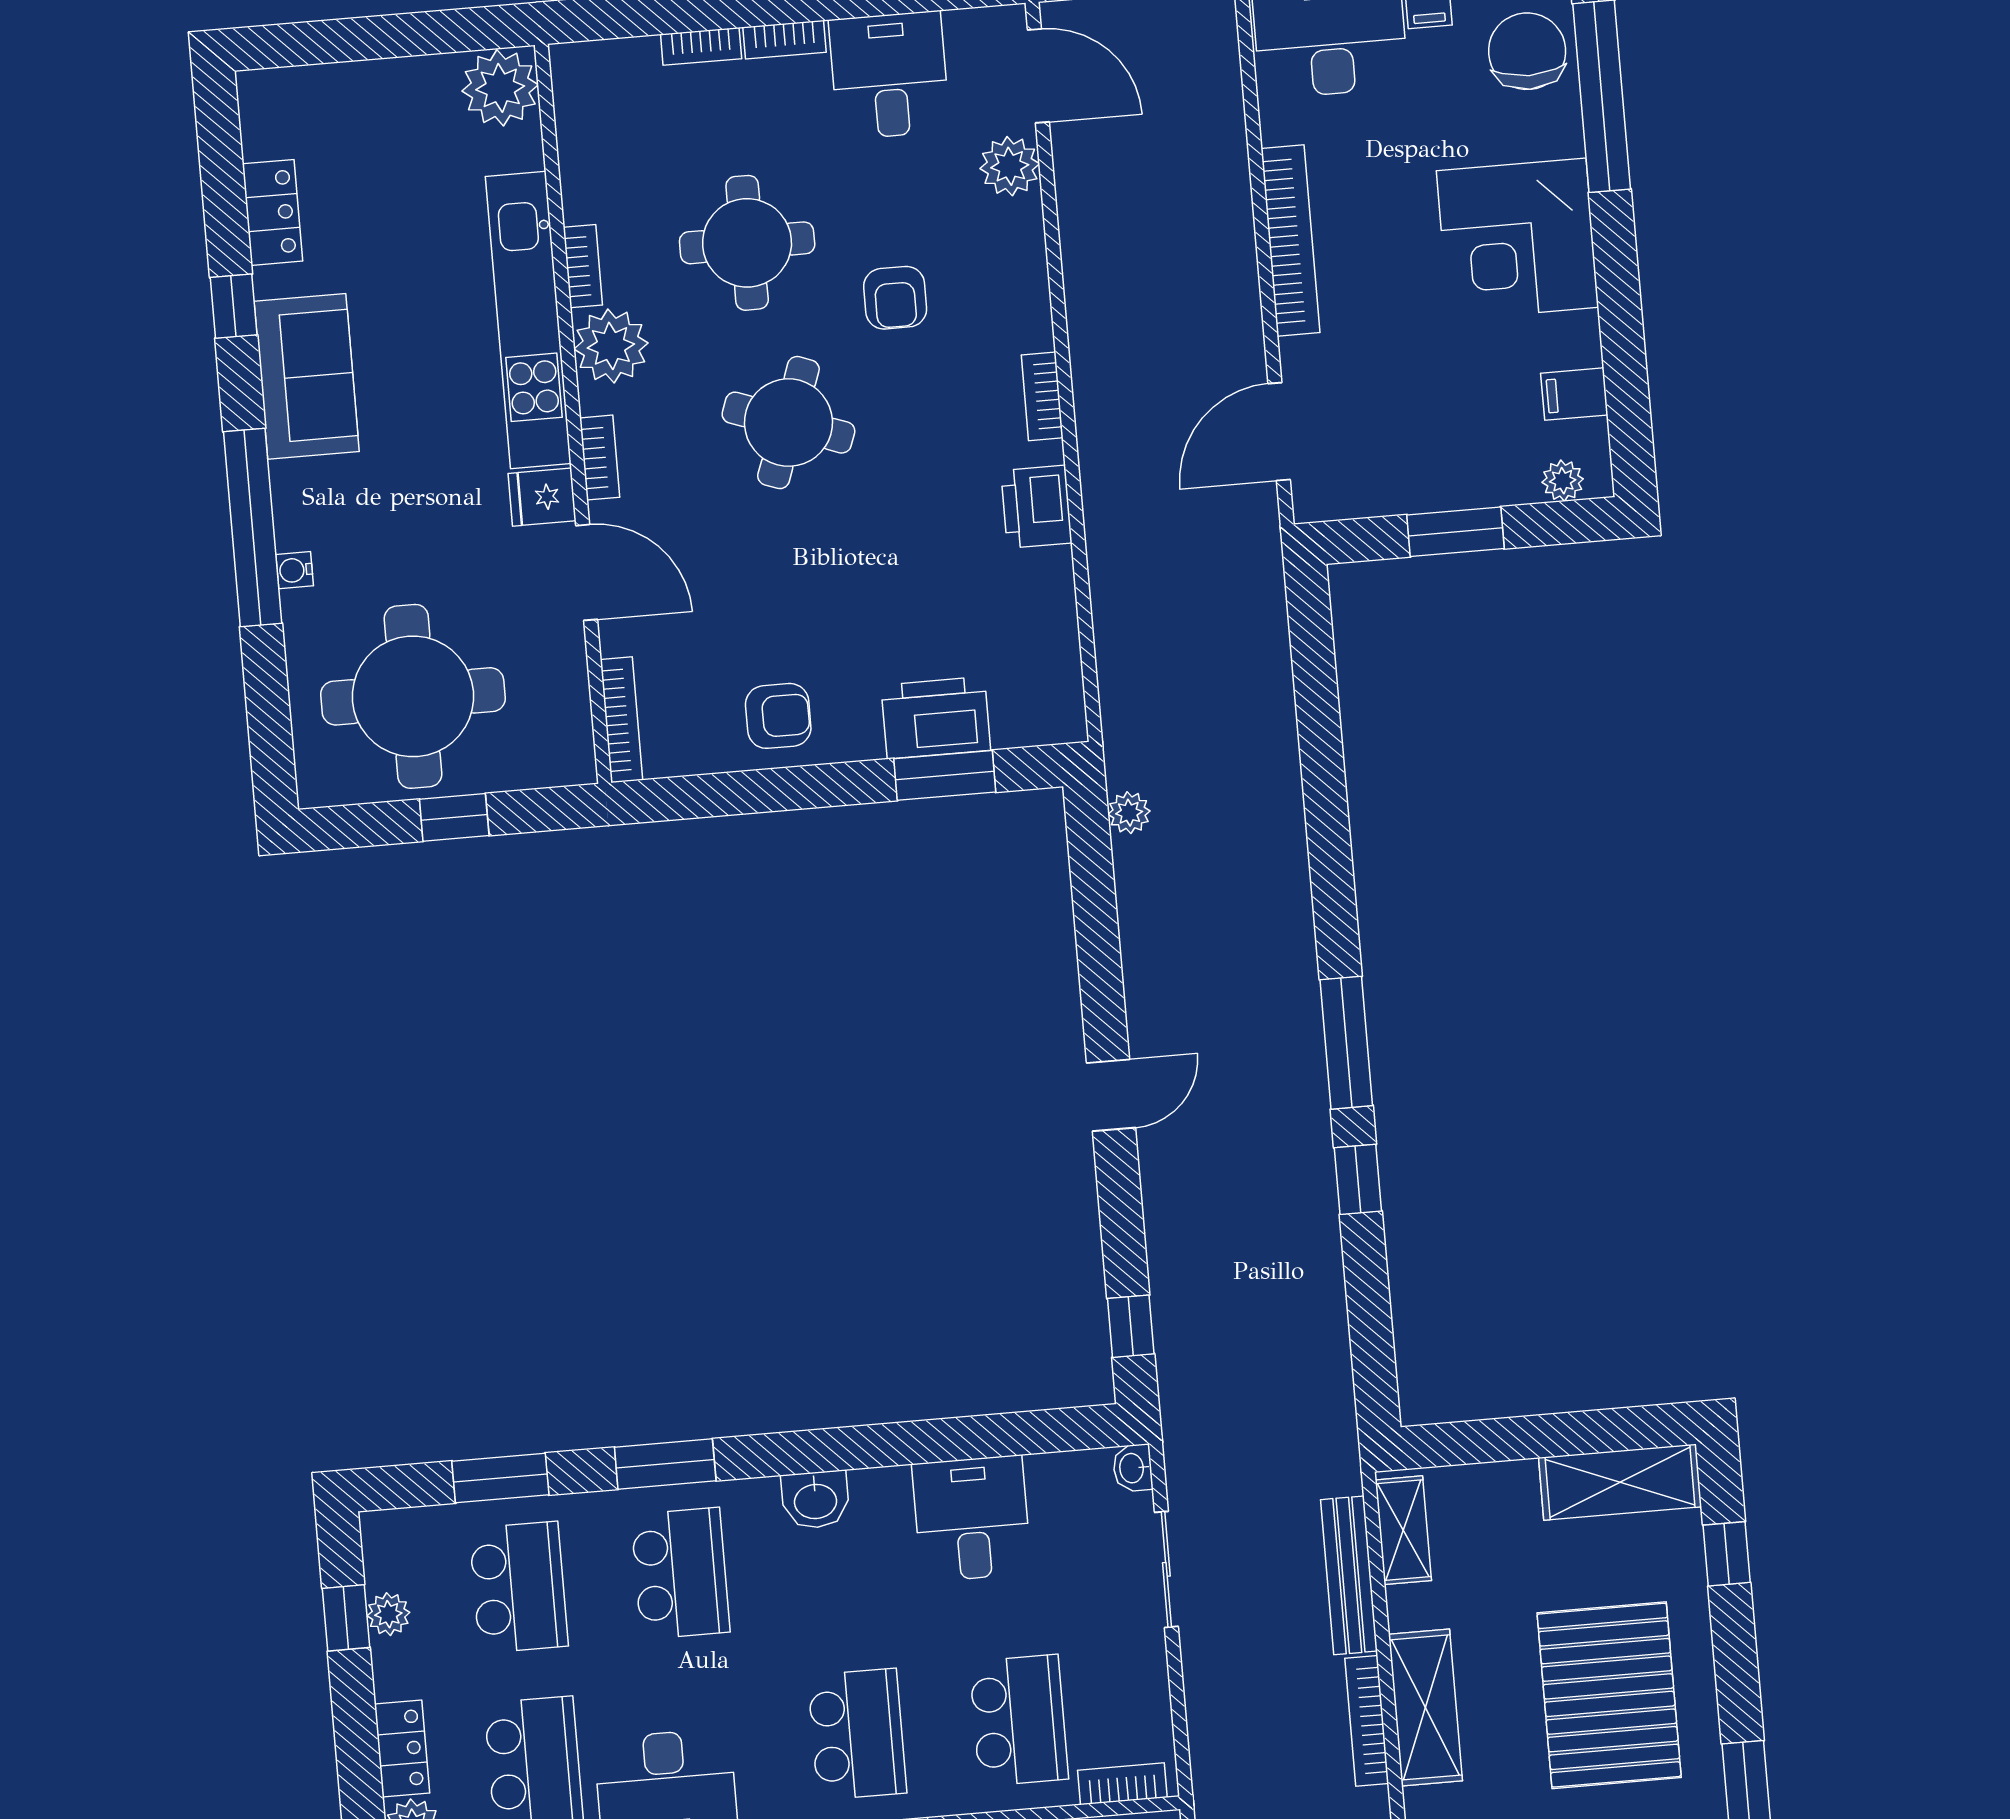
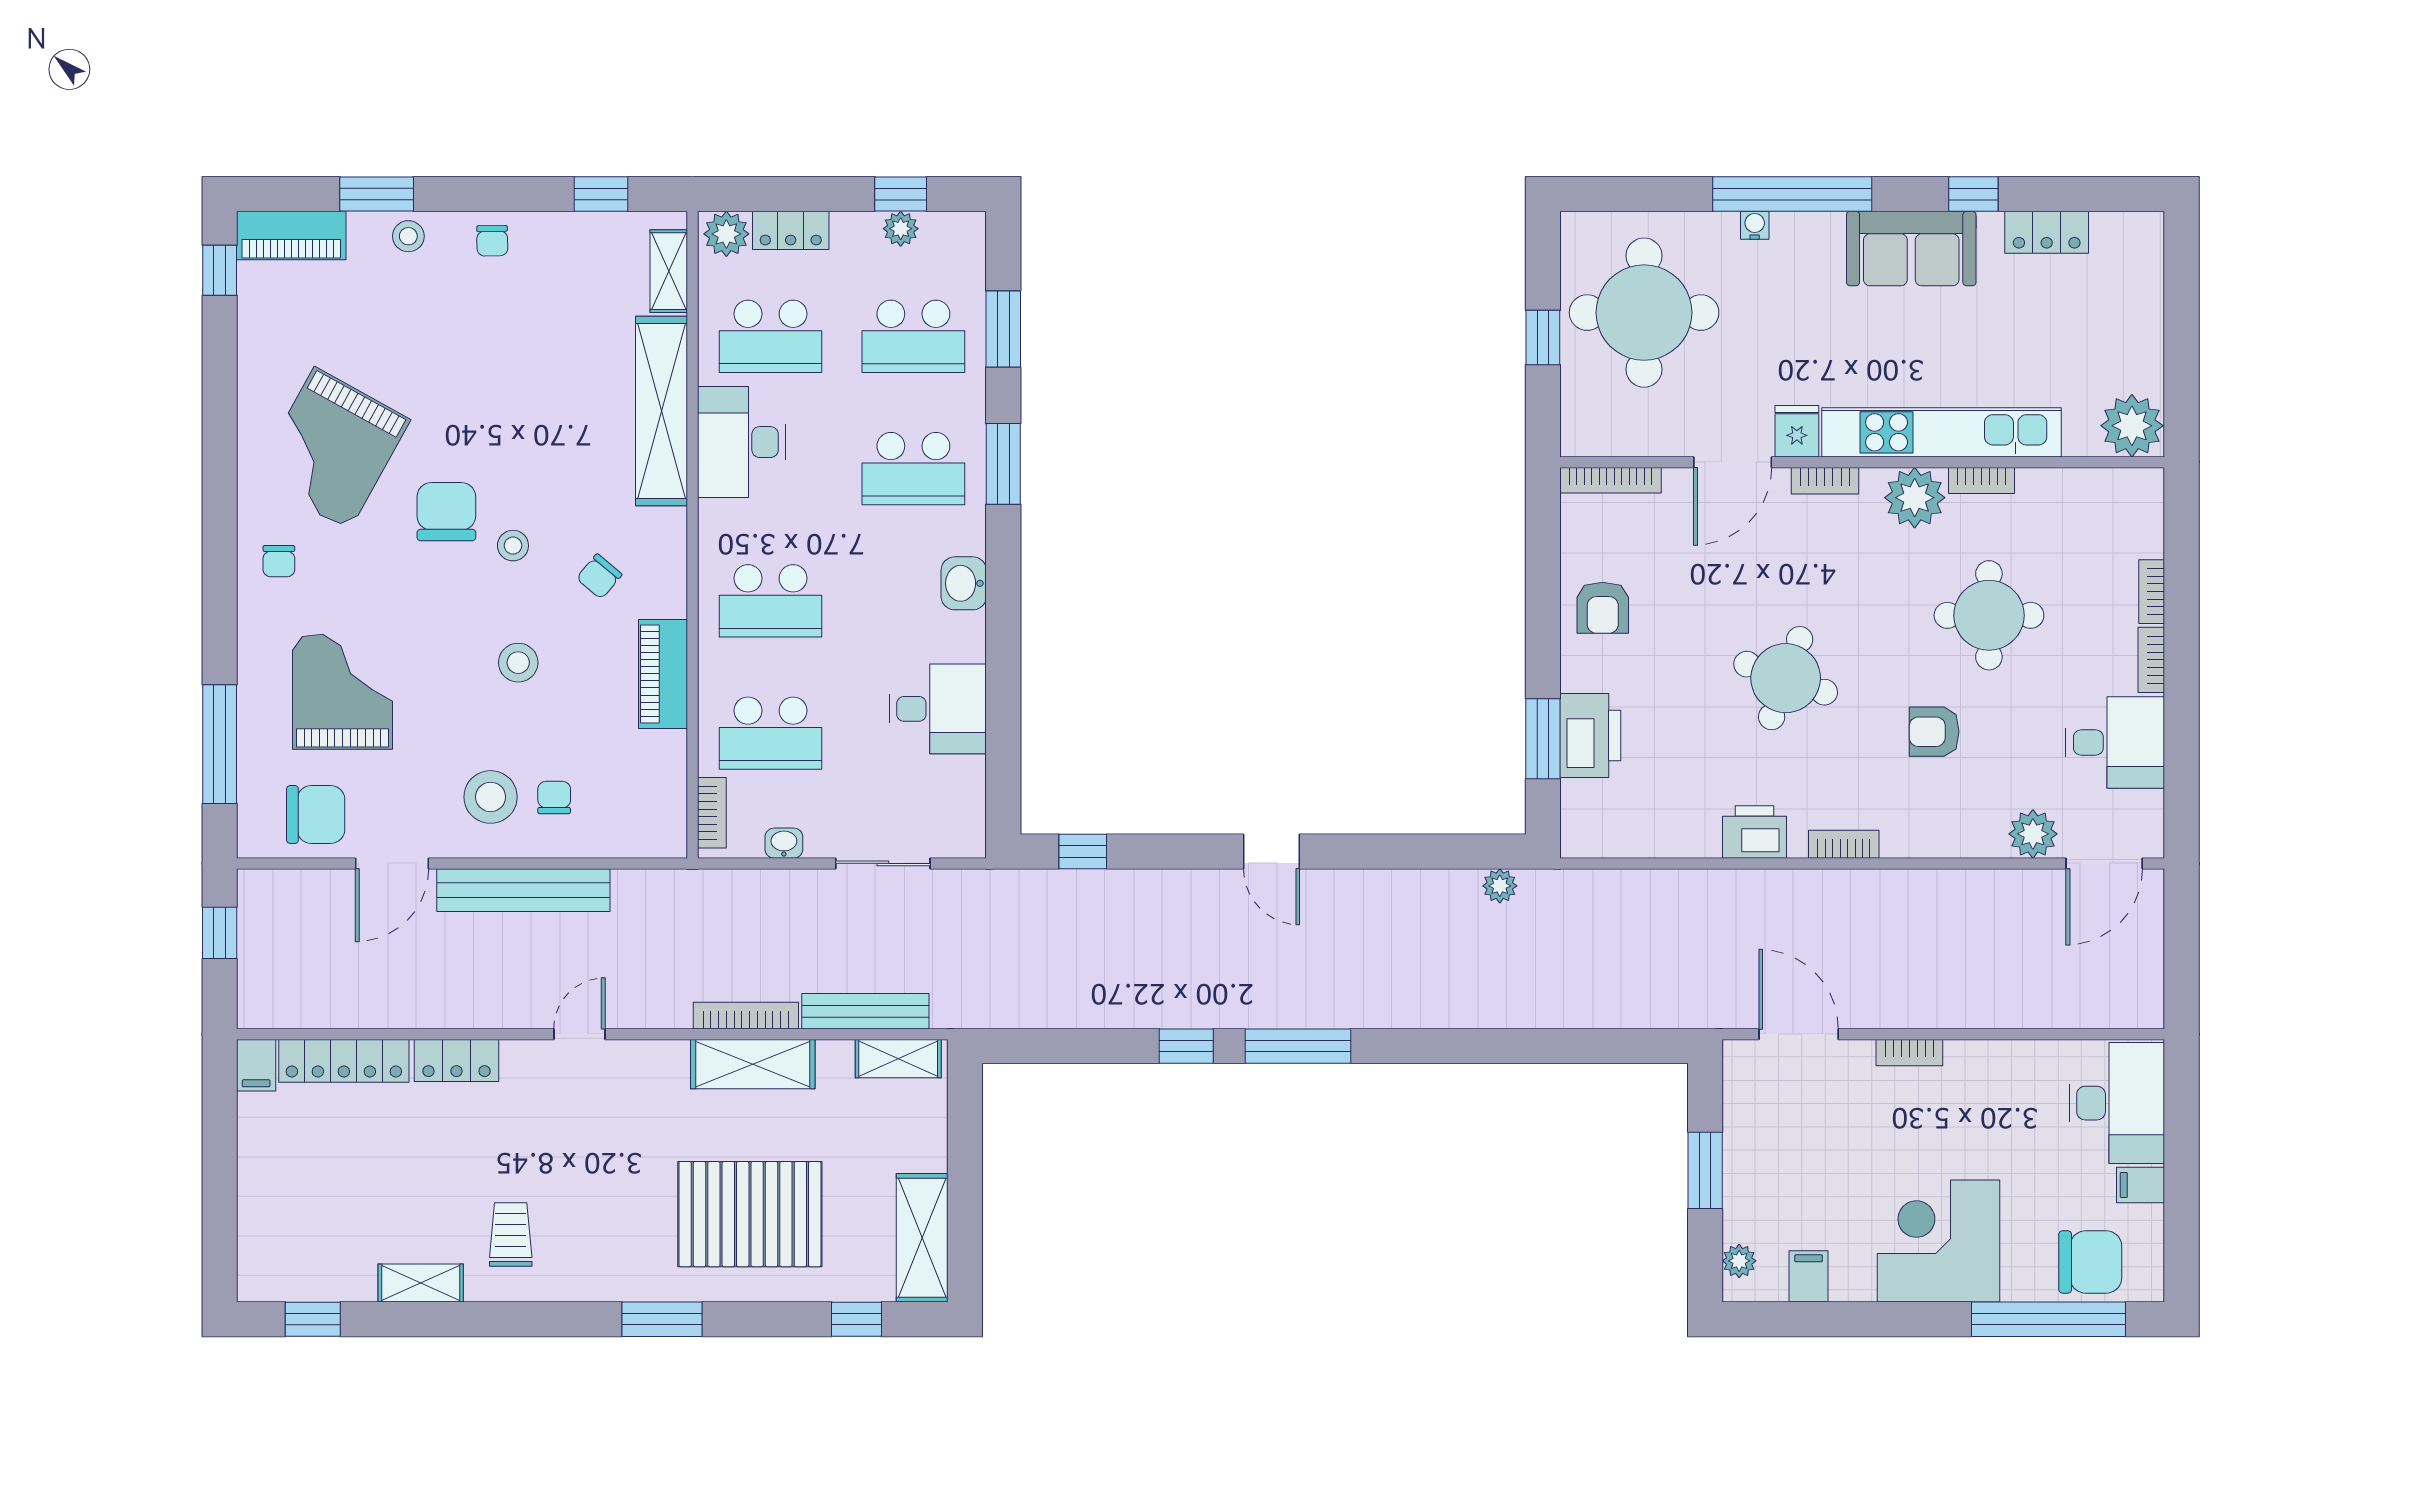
bookcase: (1291, 241) -> (1909, 1053), width x0.43, depth x0.76
round table: (788, 423) -> (1786, 678), moved
washbasin: (1133, 1468) -> (784, 843), moved

